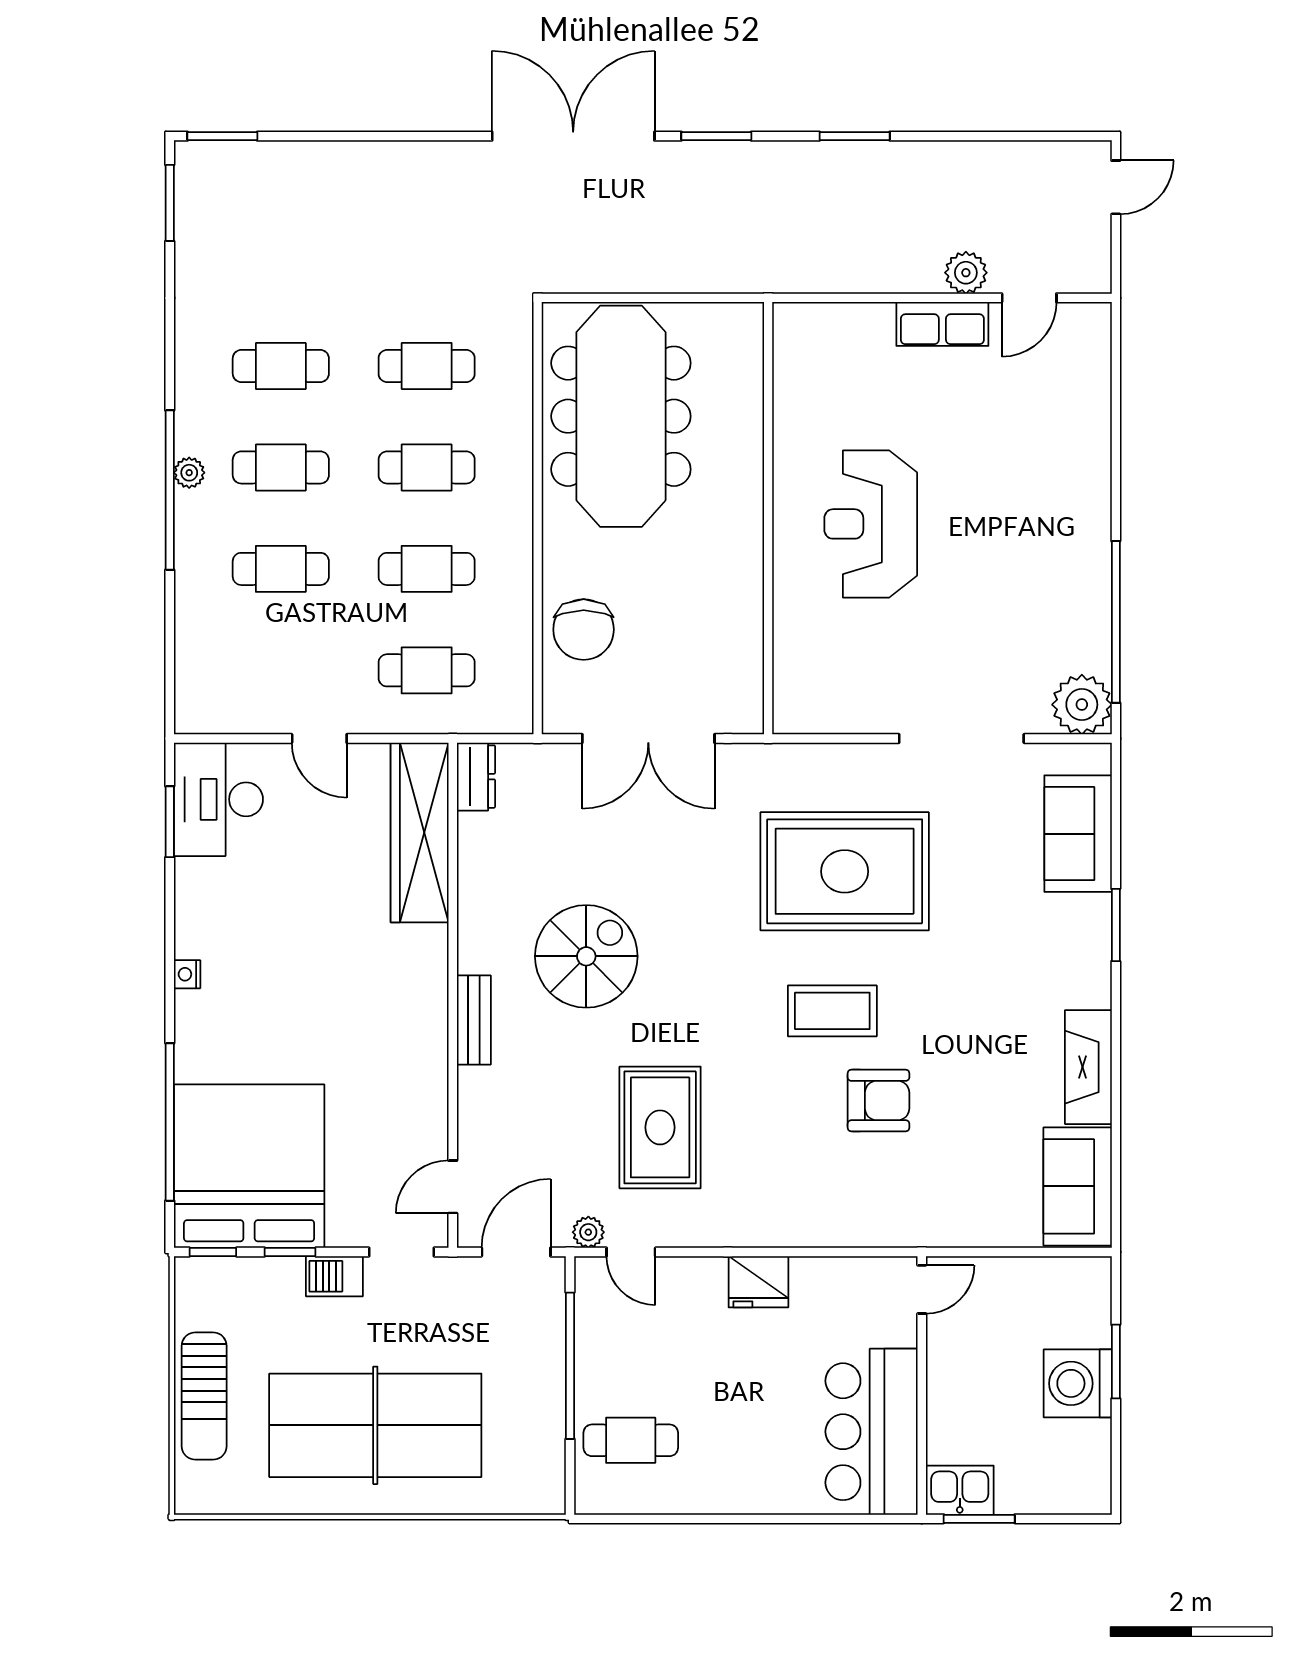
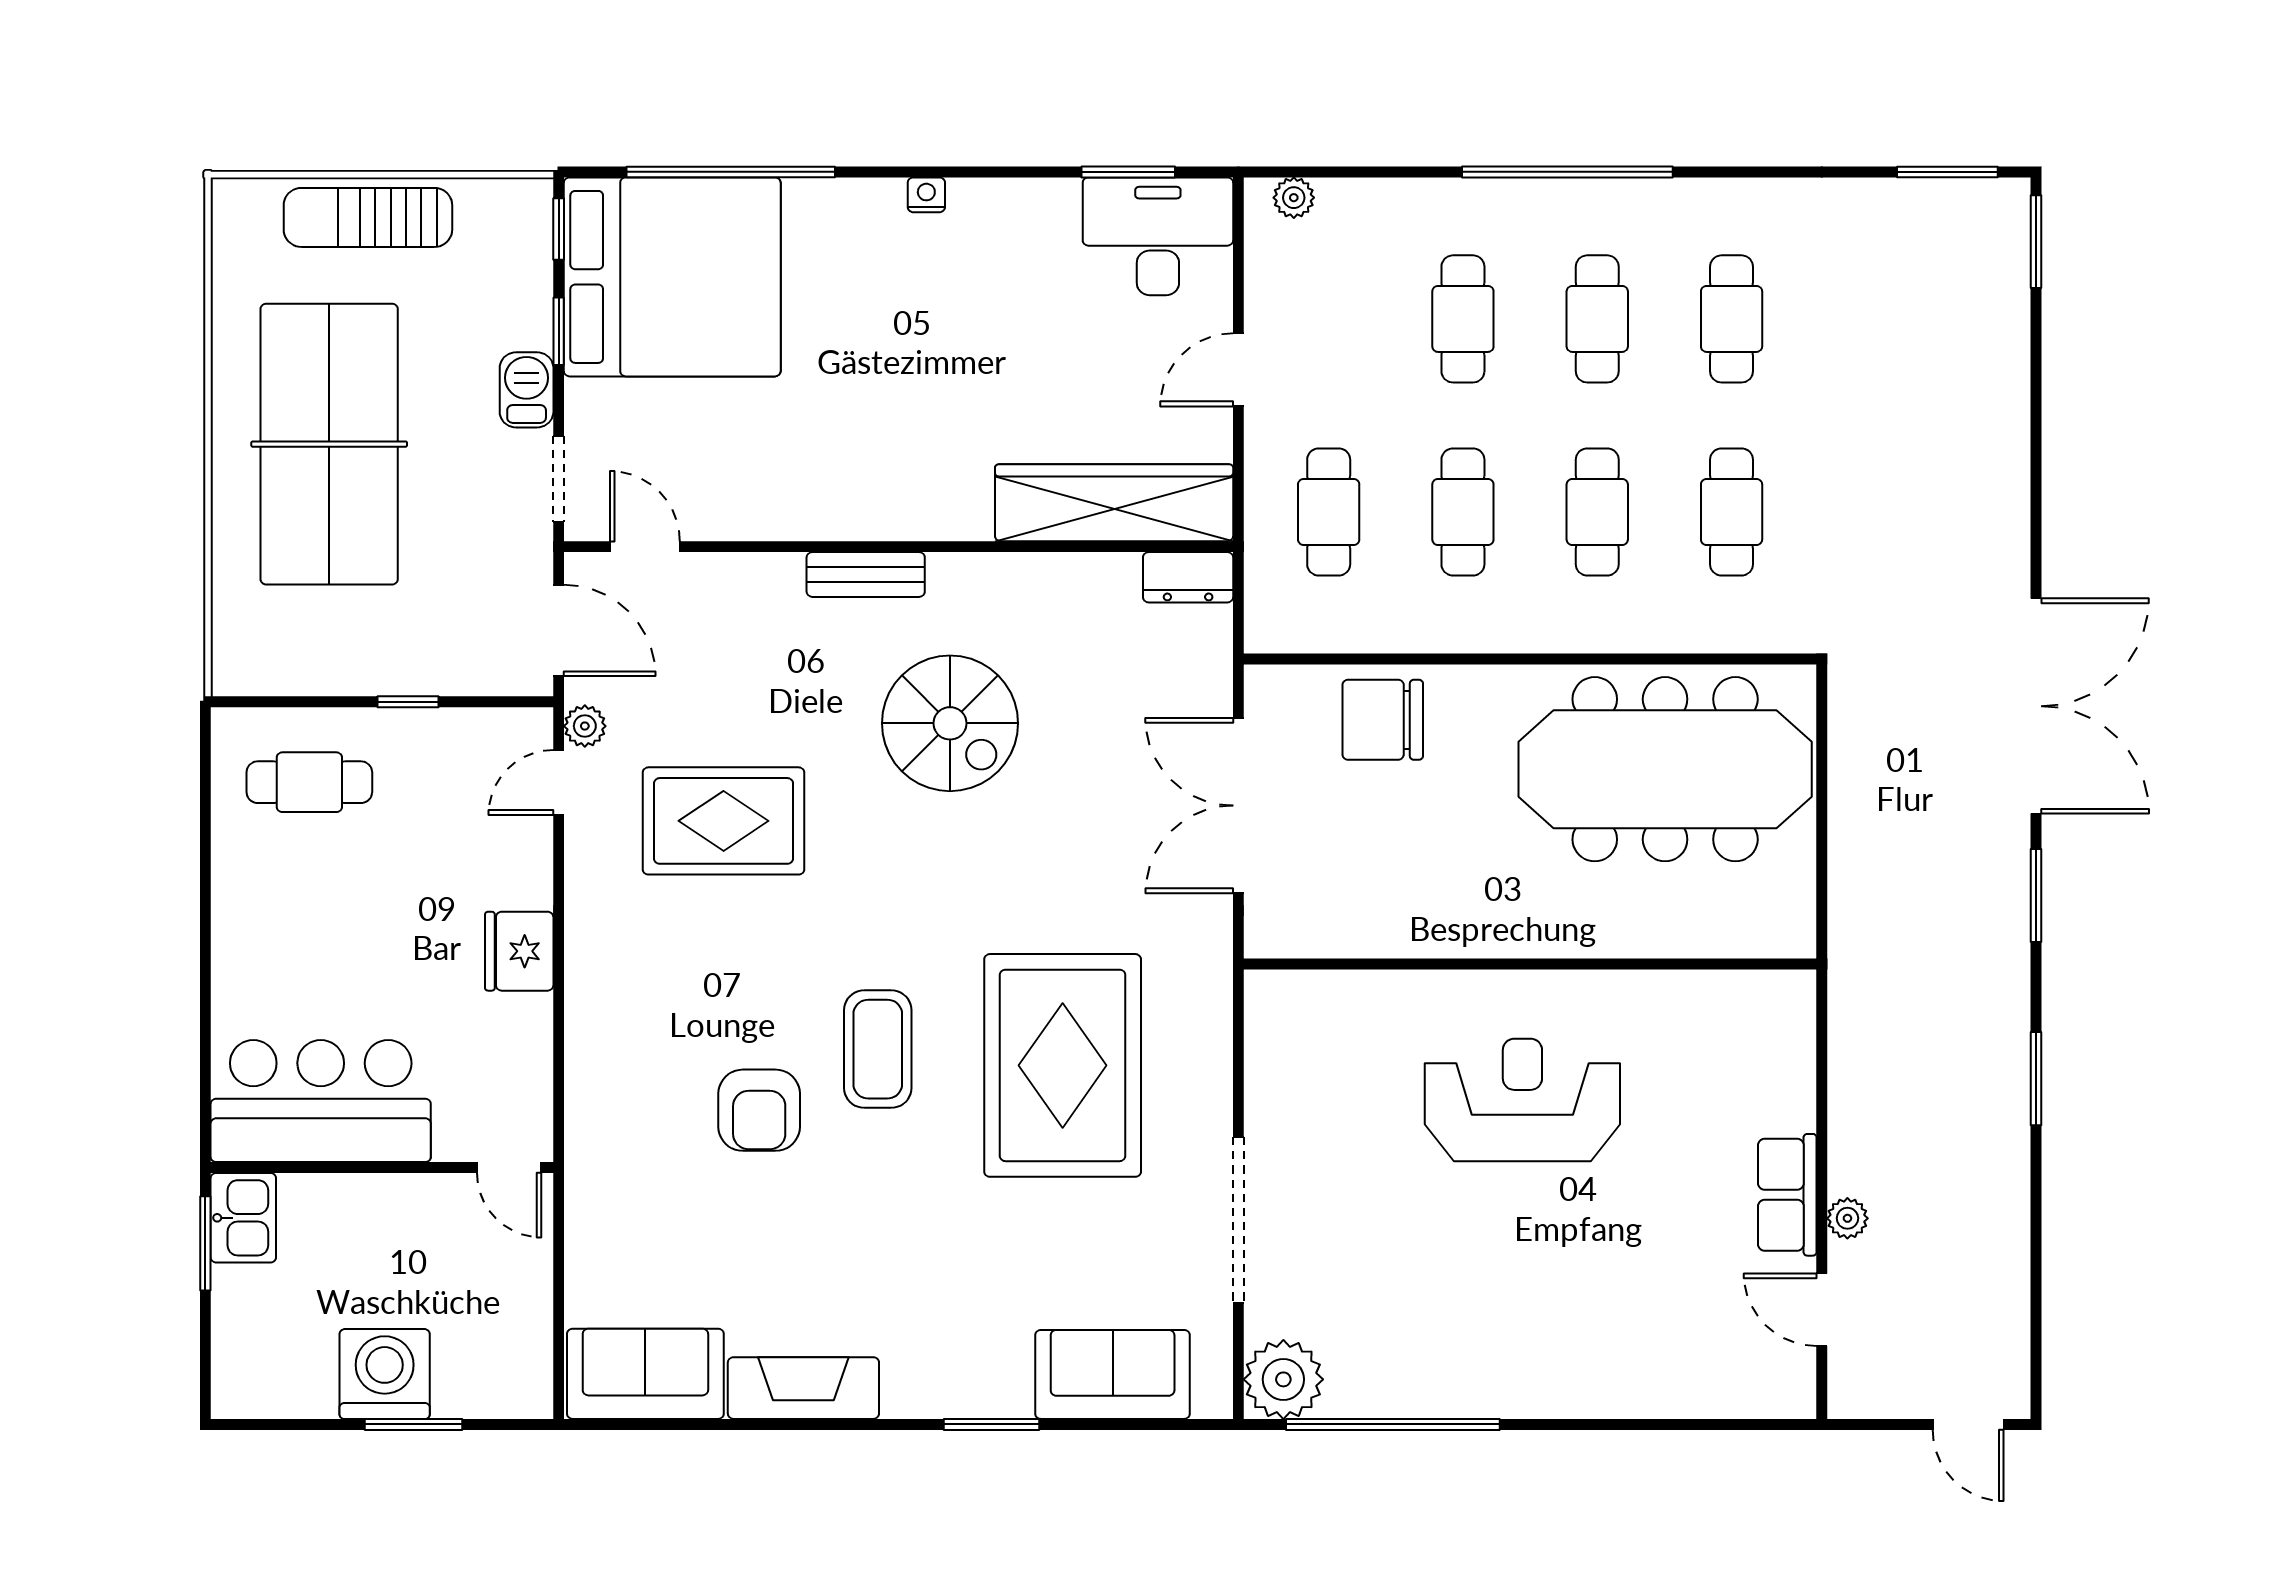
plant: (966, 273) -> (1847, 1218), width x0.73, depth x0.73
plant: (189, 473) -> (1294, 198), moved
window: (570, 1366) -> (408, 702), width x0.32
cafe table: (631, 1440) -> (309, 782), turned 90

